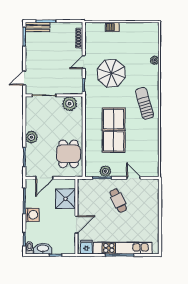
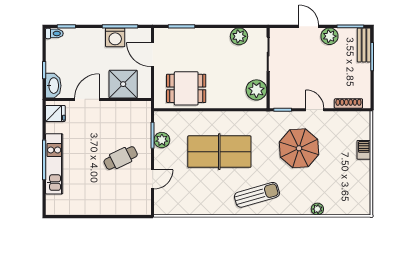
plant: (31, 52) -> (330, 36), added
door: (24, 78) -> (309, 26), moved
plant: (31, 137) -> (239, 36), moved
washing machine: (32, 215) -> (115, 37), moved
door: (76, 225) -> (87, 99), swing flipped
kitchen unit: (122, 248) -> (54, 164), width x0.73
washbasin: (43, 249) -> (53, 86), moved

